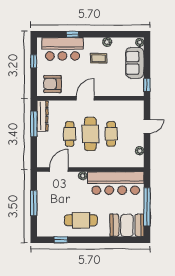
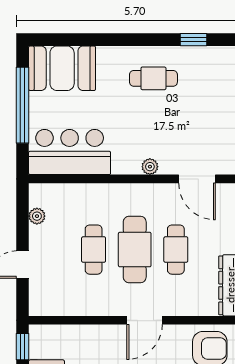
door: (59, 170) -> (197, 179), hinge flipped
bar counter: (116, 183) -> (70, 152), width x0.73
cafe table: (81, 220) -> (153, 78), width x0.73, depth x0.74

